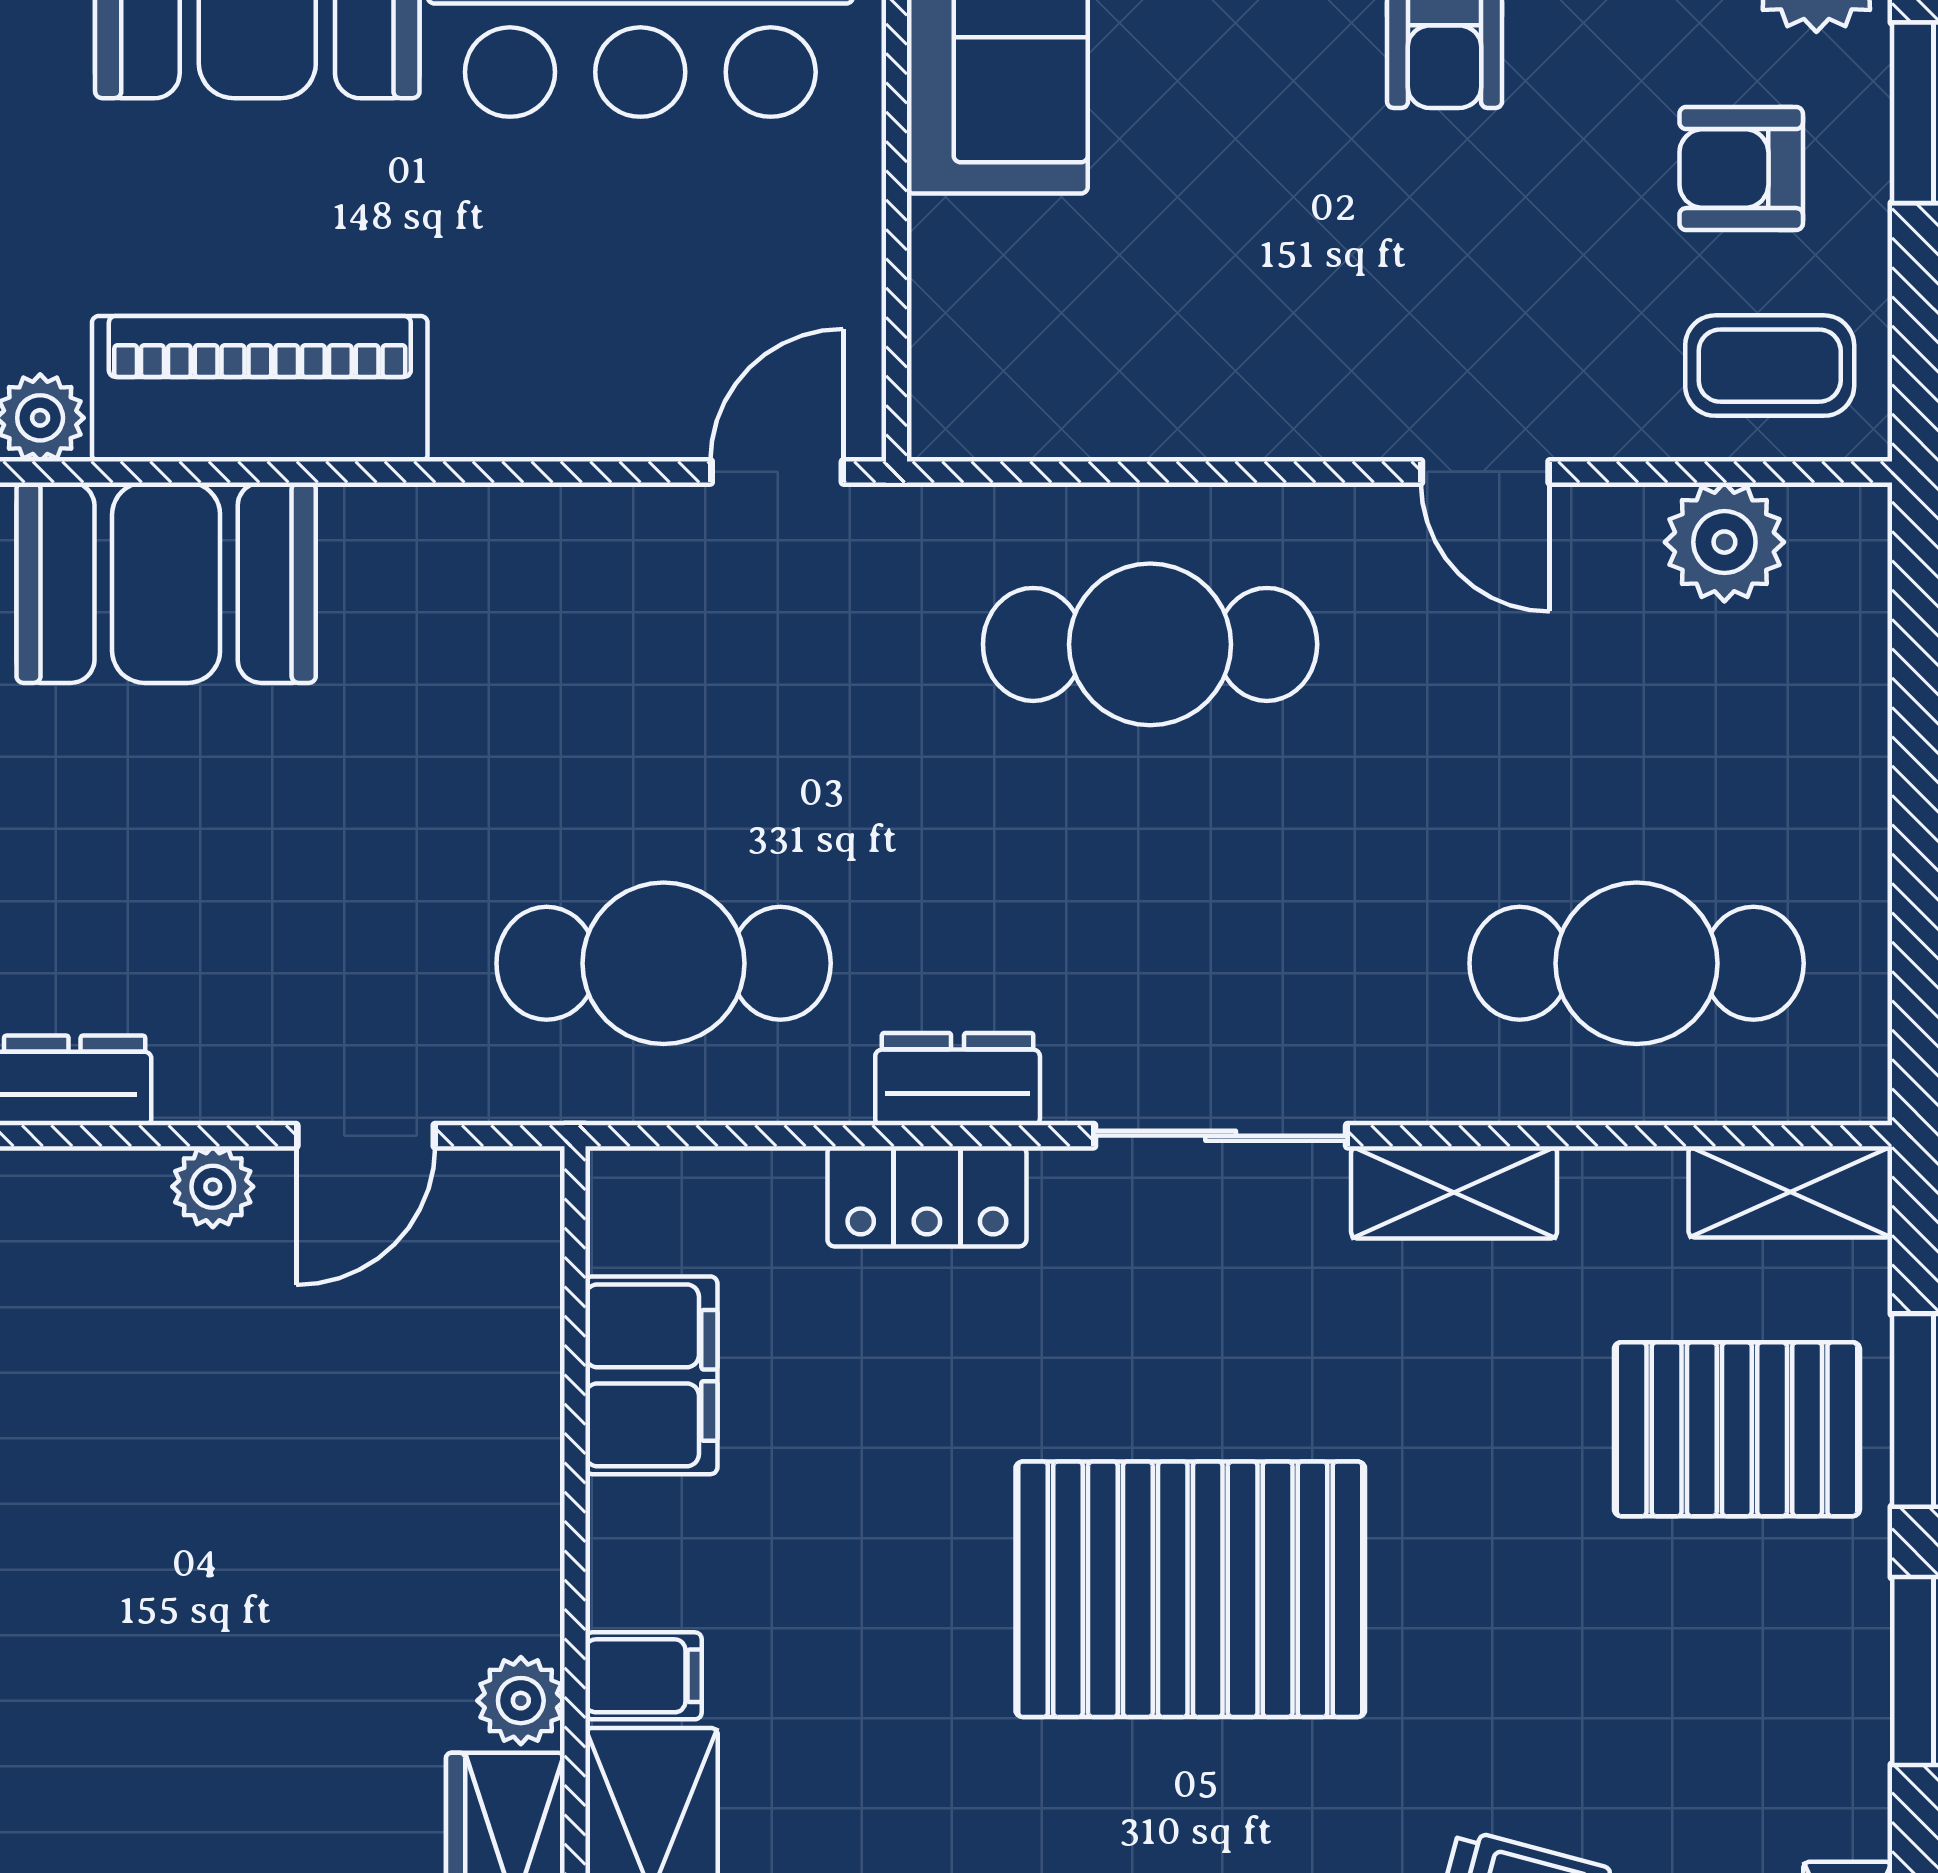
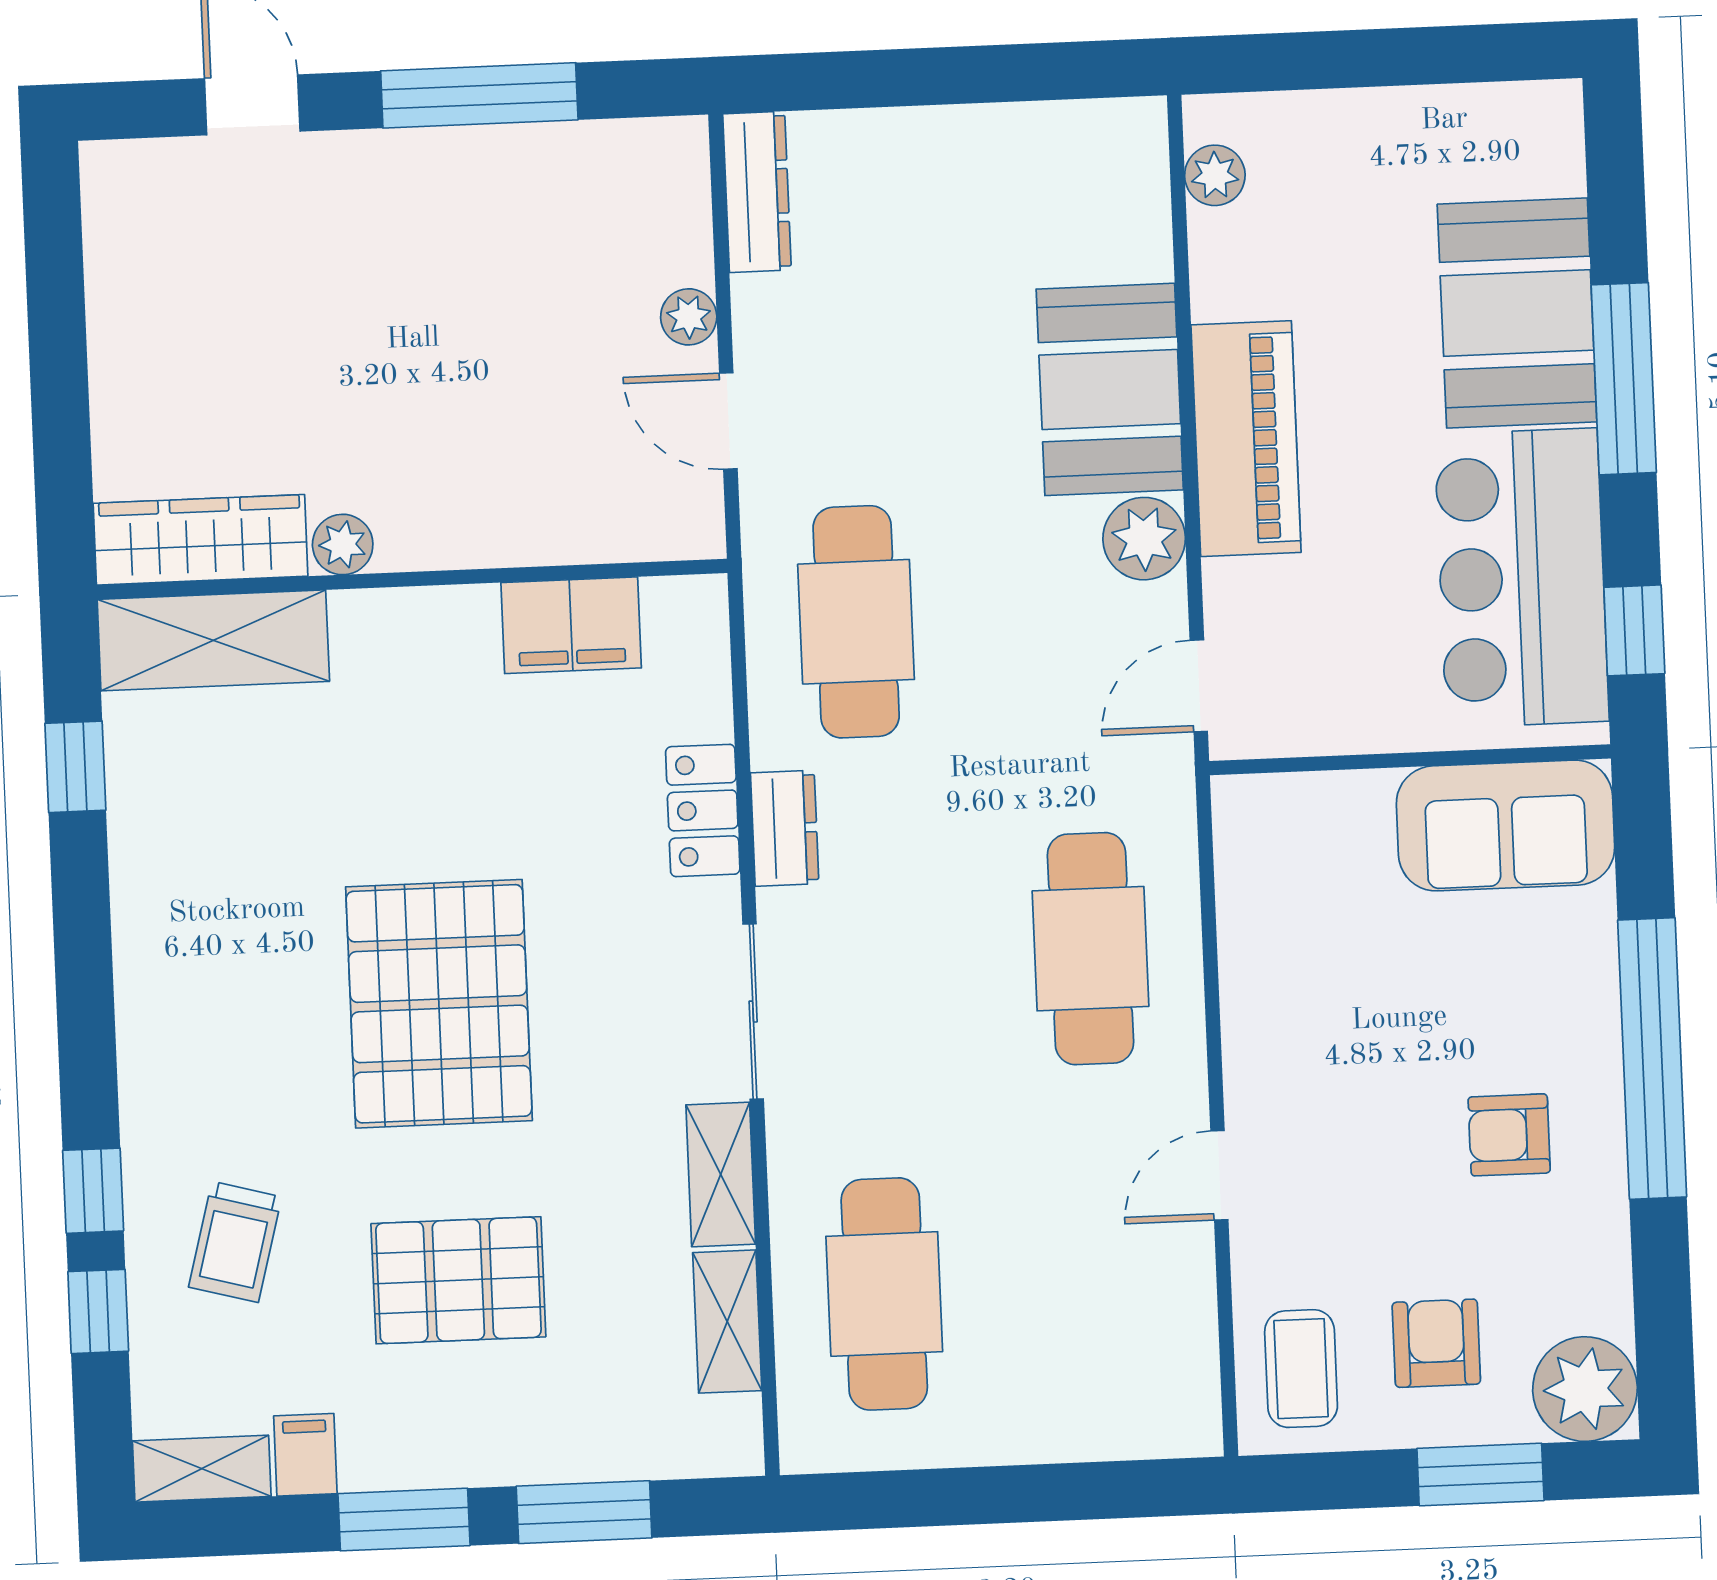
piano: (260, 389) -> (1246, 439), moved
door: (777, 472) -> (1199, 686), swing flipped
plant: (1724, 542) -> (1144, 539), moved
booth: (166, 583) -> (1110, 389), moved
shelving: (1790, 1192) -> (727, 1322), moved
pallet: (1737, 1429) -> (458, 1280), moved, turned 90
filing cabinet: (643, 1676) -> (305, 1455), moved, turned 180

